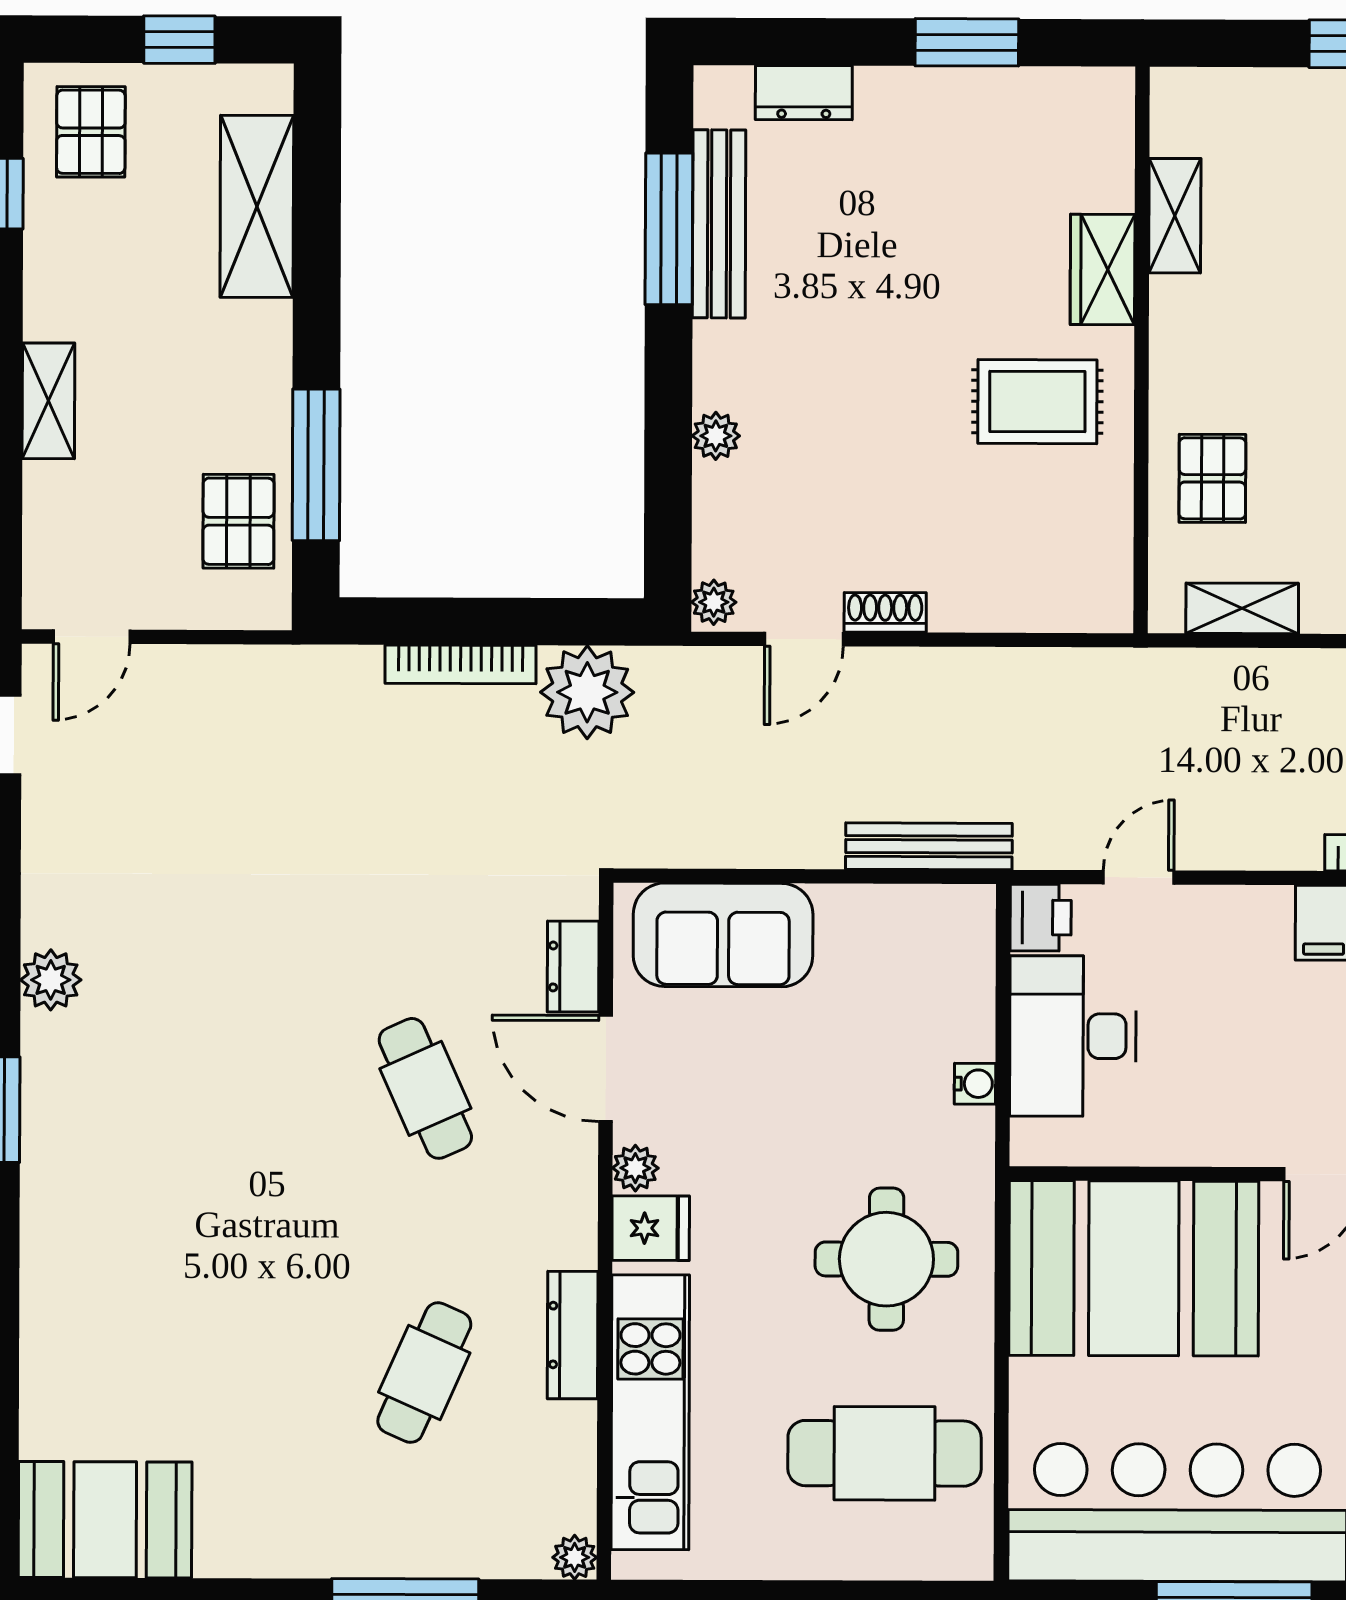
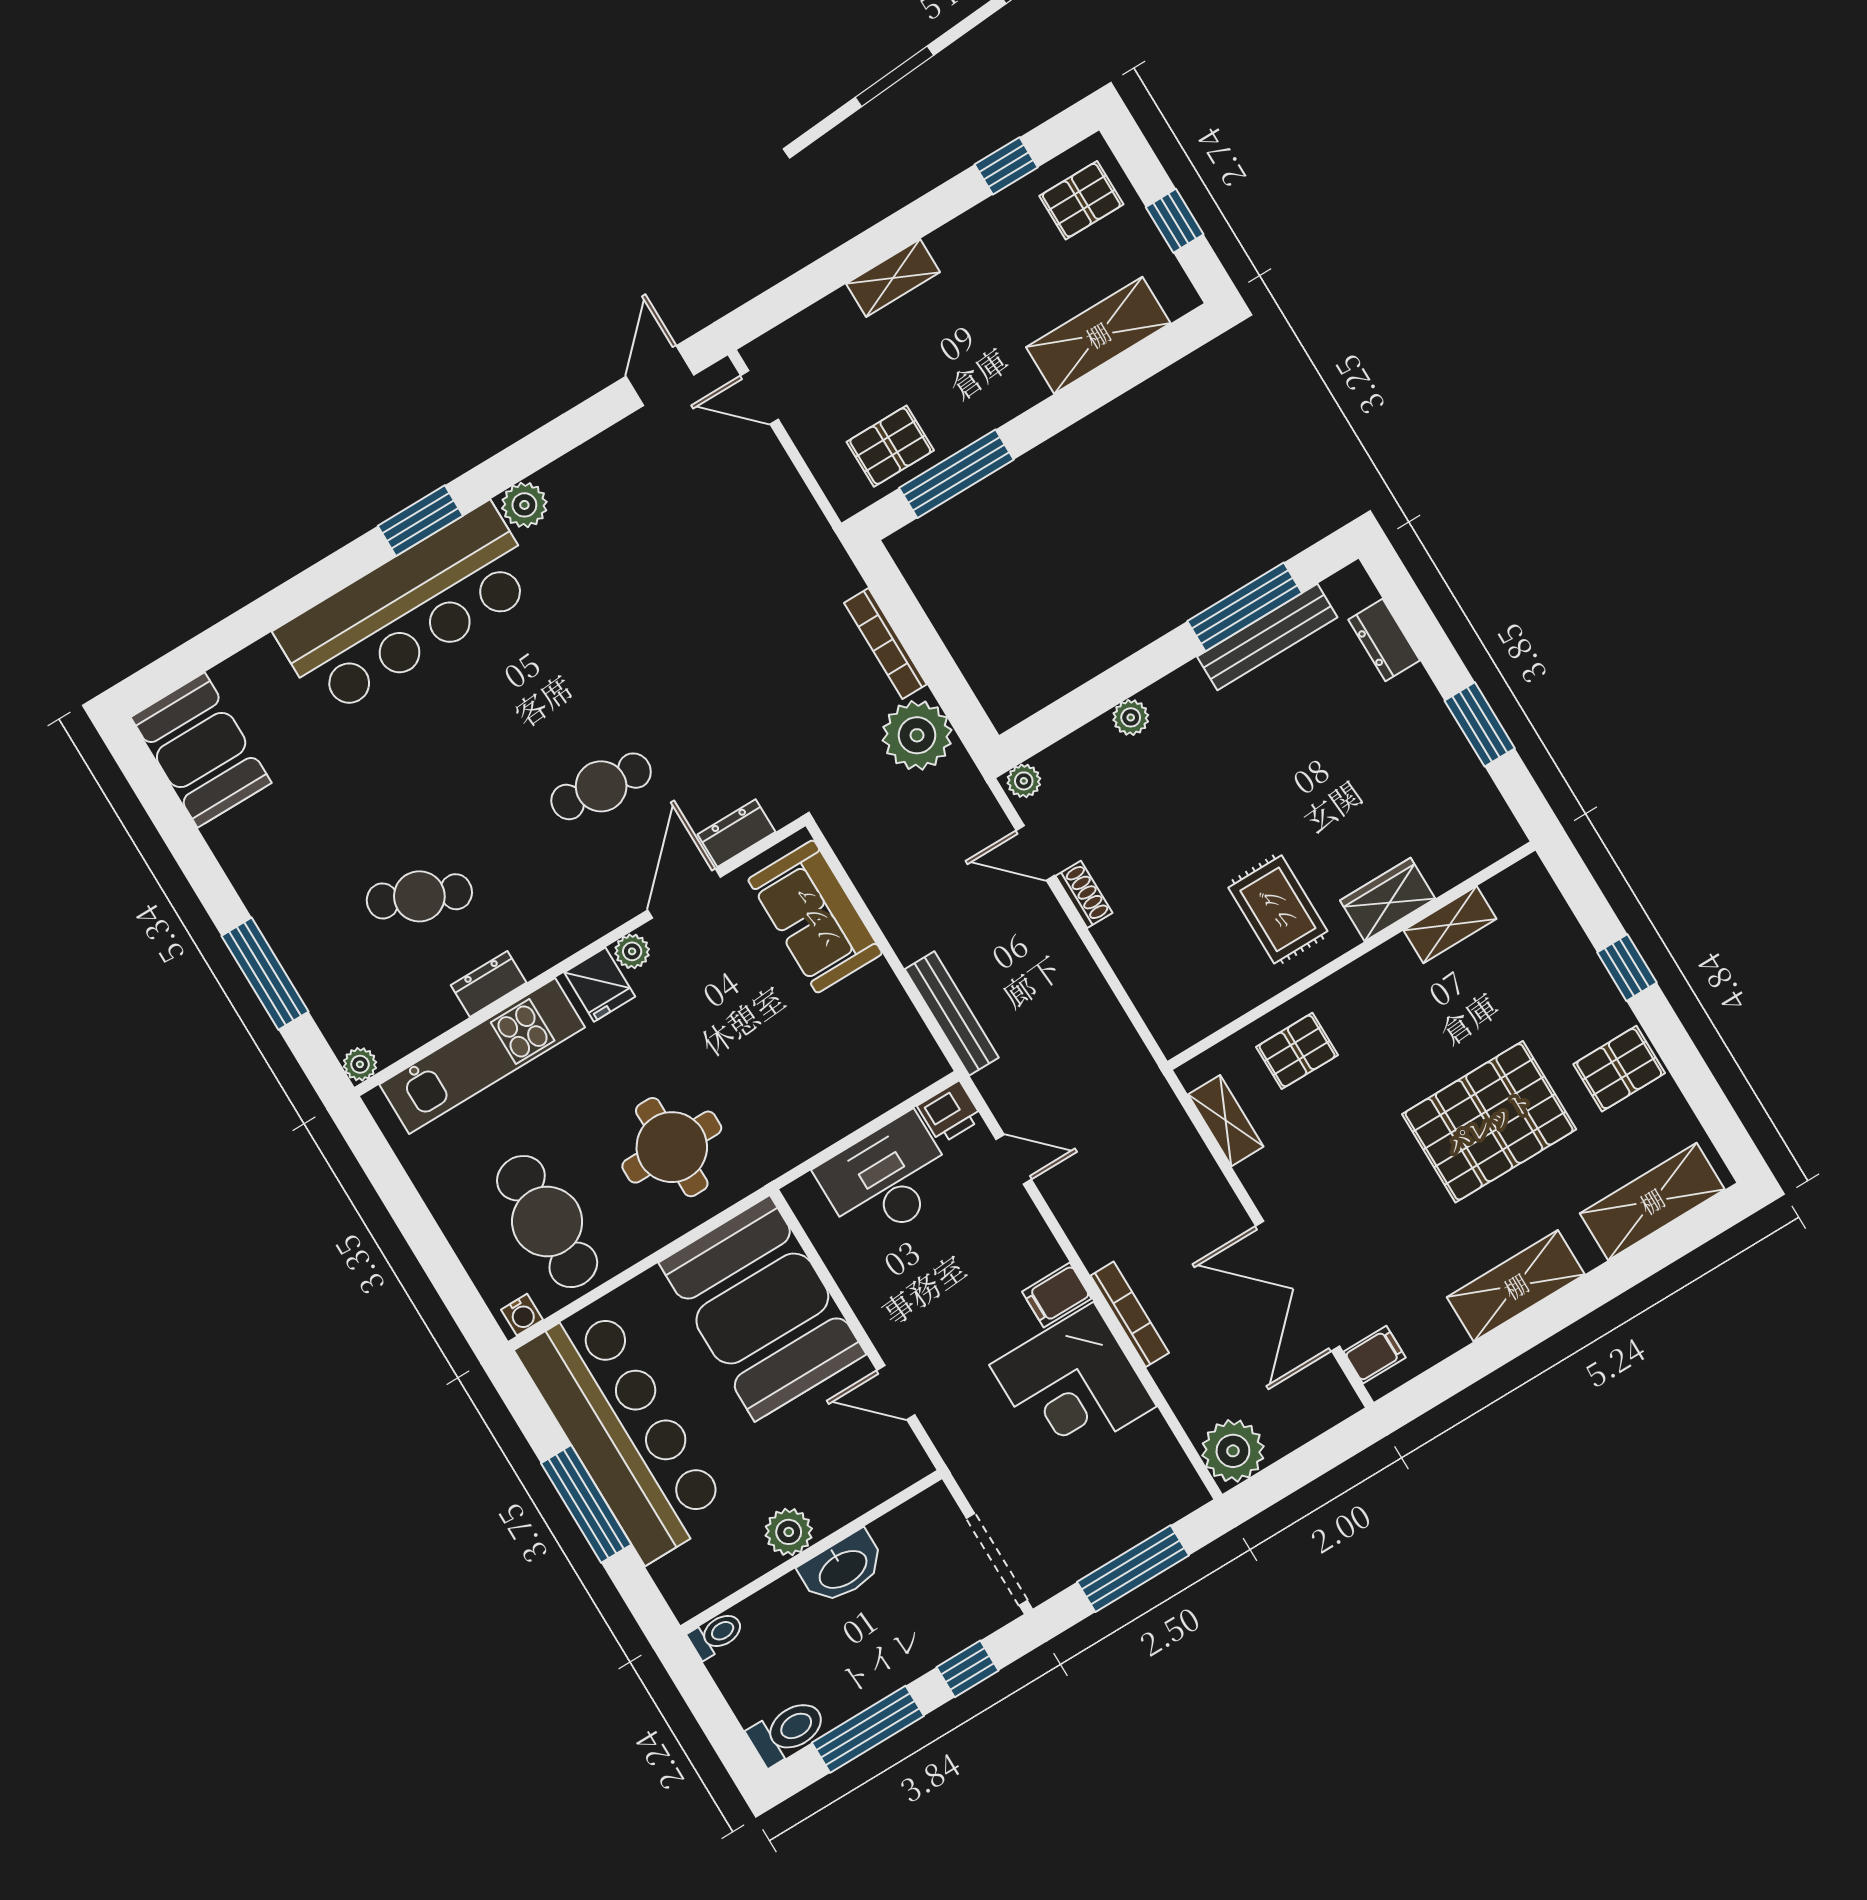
water cooler: (975, 1084) -> (522, 1315), moved
cafe table: (425, 1088) -> (601, 786), turned 30
bar counter: (89, 1186) -> (408, 610), added
dresser: (573, 1335) -> (489, 984), width x0.70

